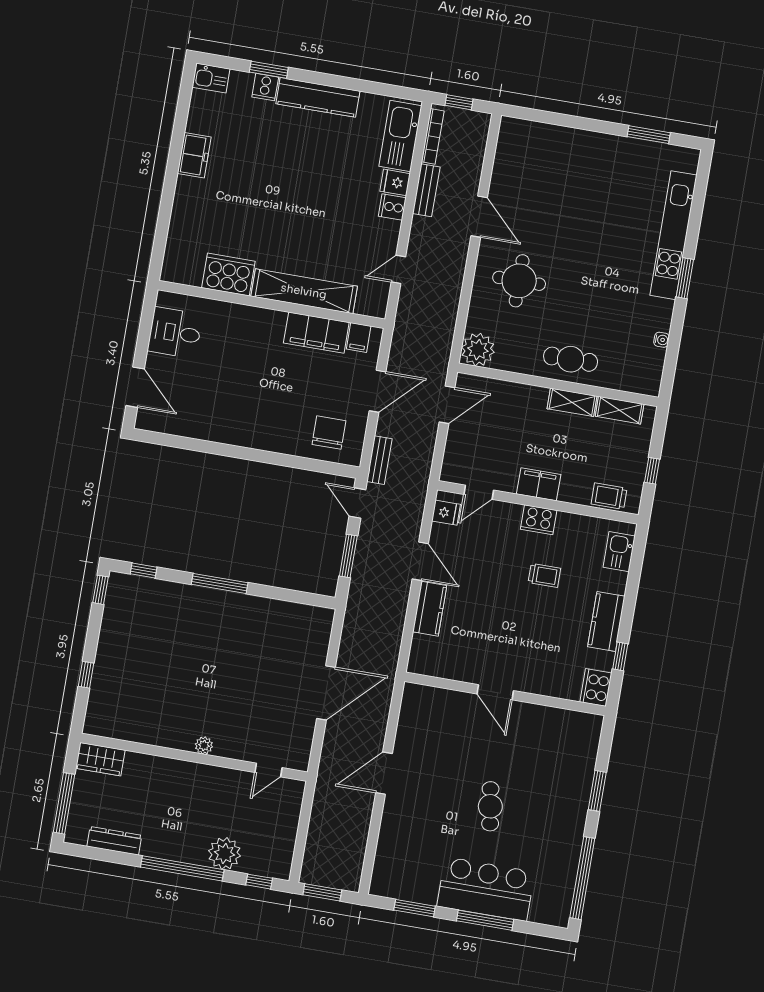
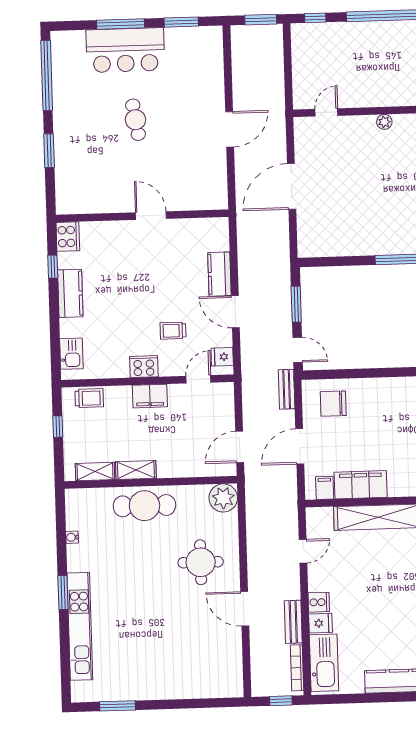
cafe table: (571, 359) -> (144, 506), width x1.37, depth x1.35
chair: (329, 433) -> (333, 404), turned 90
trolley: (544, 575) -> (173, 331), moved
plant: (224, 853) -> (349, 35), removed

